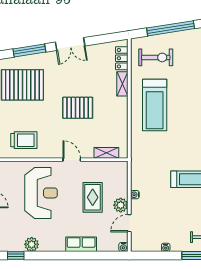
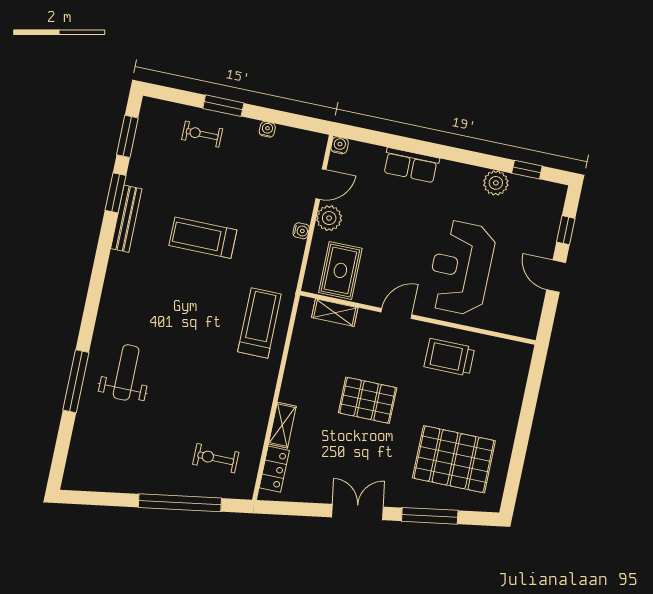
exercise bike: (156, 57) -> (216, 458), width x0.73, depth x0.72
treadmill: (155, 105) -> (259, 323), moved, width x0.73, depth x0.73
trolley: (24, 140) -> (449, 357), moved
door: (72, 160) -> (396, 313), swing flipped
rug: (93, 197) -> (340, 270), moved

